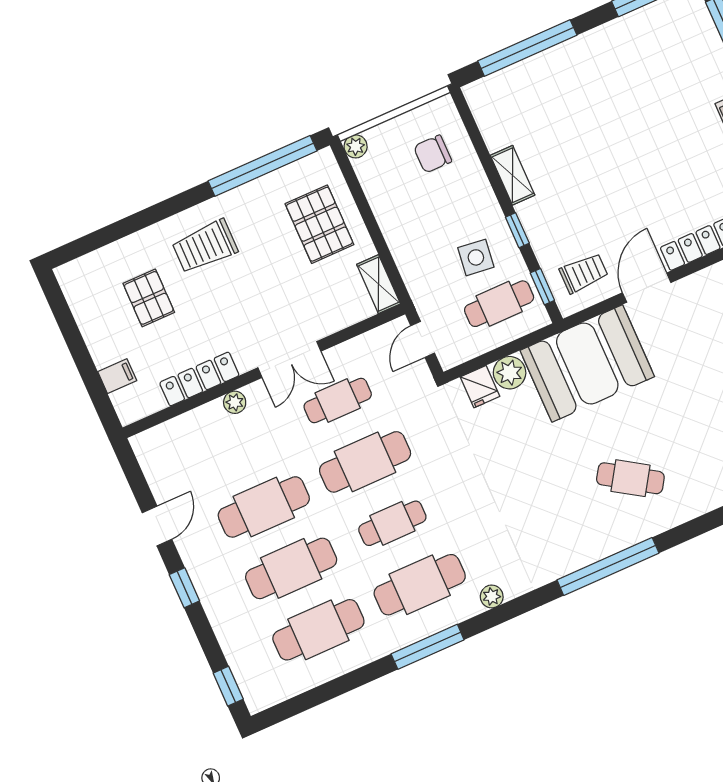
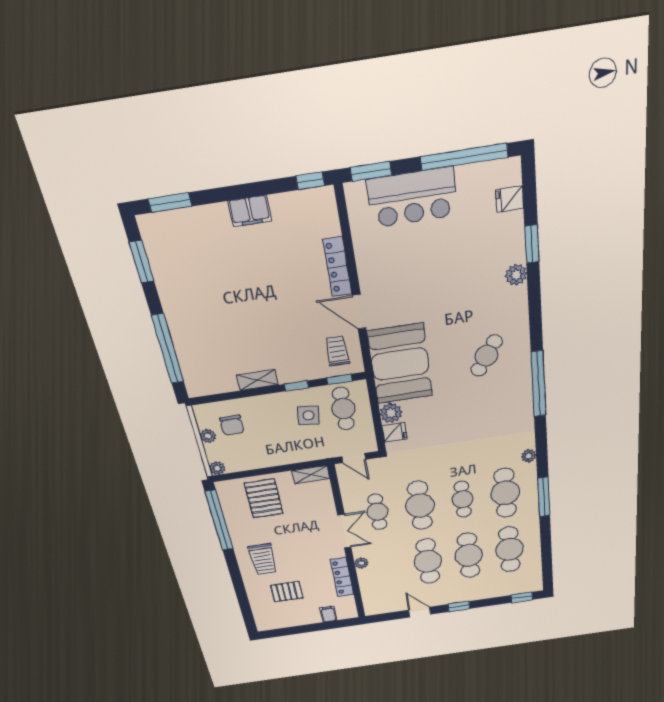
plant: (407, 124) -> (208, 436), added
pallet: (319, 224) -> (264, 498), turned 90

